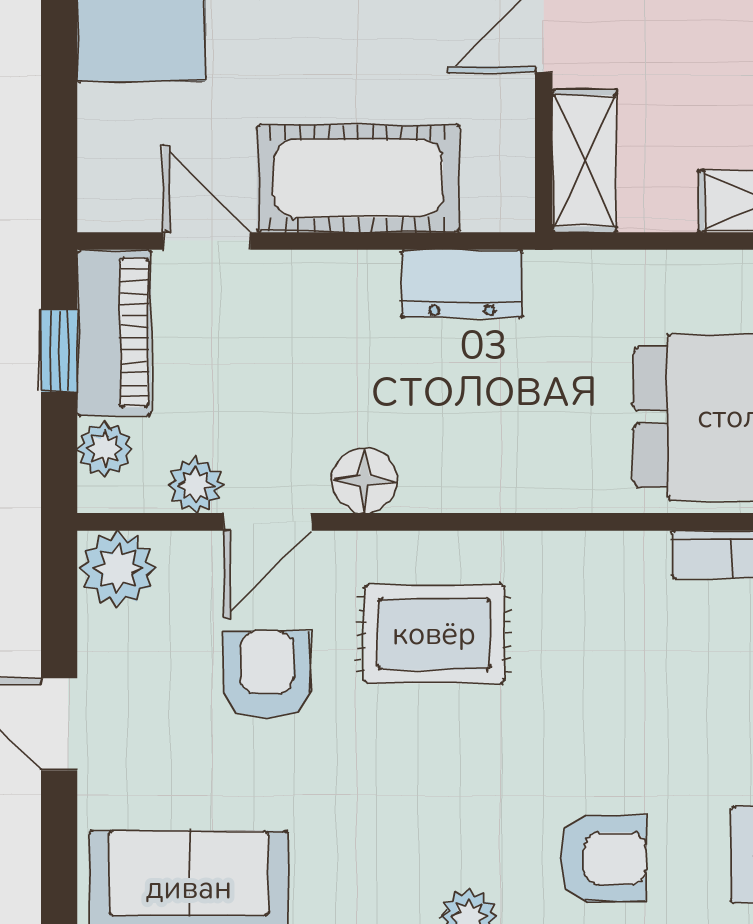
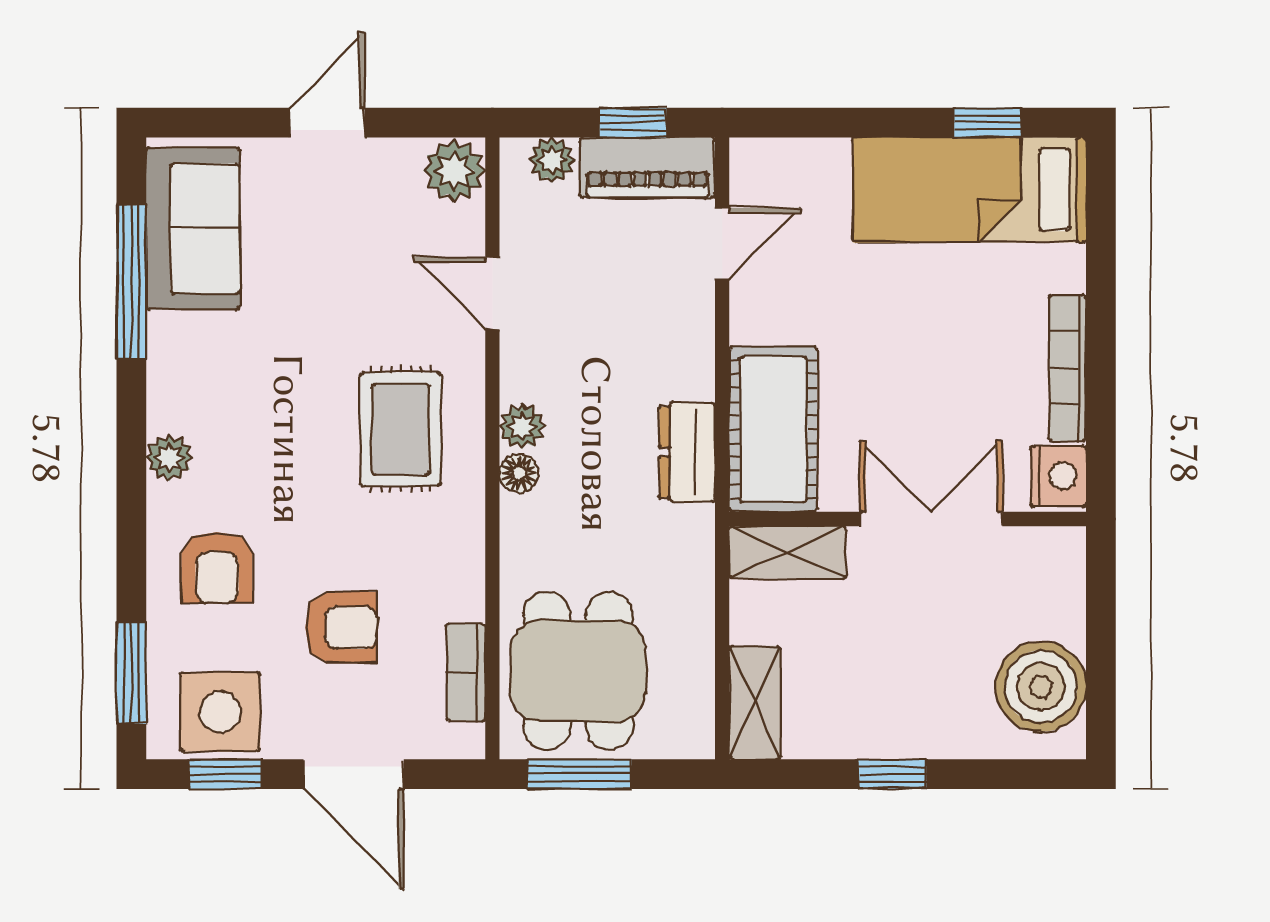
cot: (358, 179) -> (773, 429), moved
floor lamp: (364, 481) -> (519, 473), moved, width x0.73, depth x0.73
plant: (196, 485) -> (522, 426), moved
armchair: (267, 674) -> (341, 627), moved

